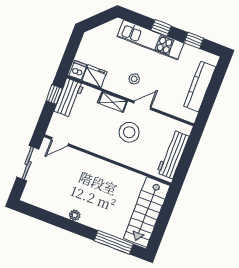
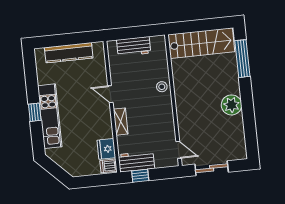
window: (194, 40) -> (31, 78), removed
stool: (134, 79) -> (91, 113), removed
stool: (129, 132) -> (162, 87), moved, width x0.53, depth x0.53
workbench: (173, 155) -> (134, 46), width x0.73
plant: (75, 215) -> (232, 105), width x1.87, depth x1.87

